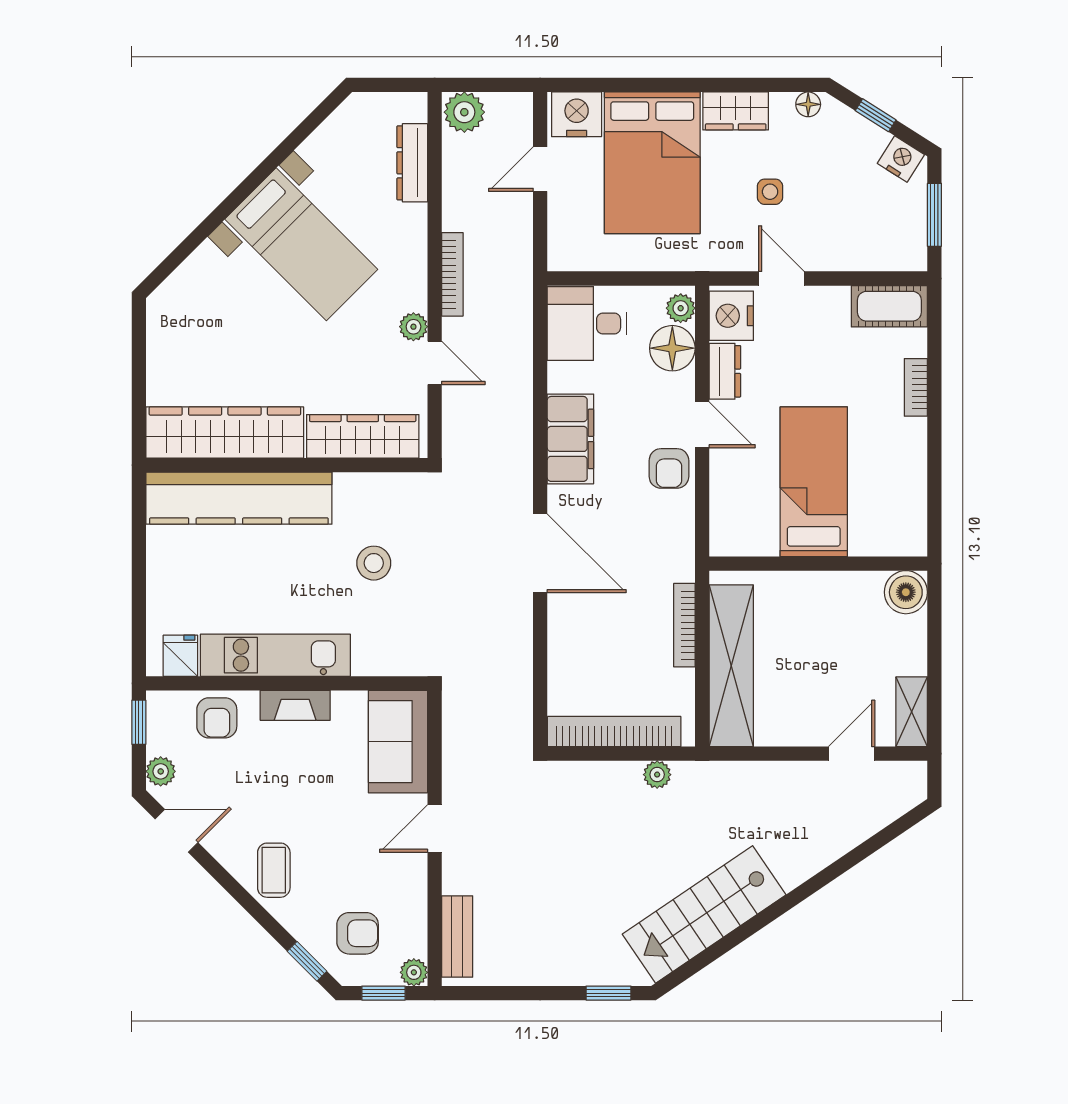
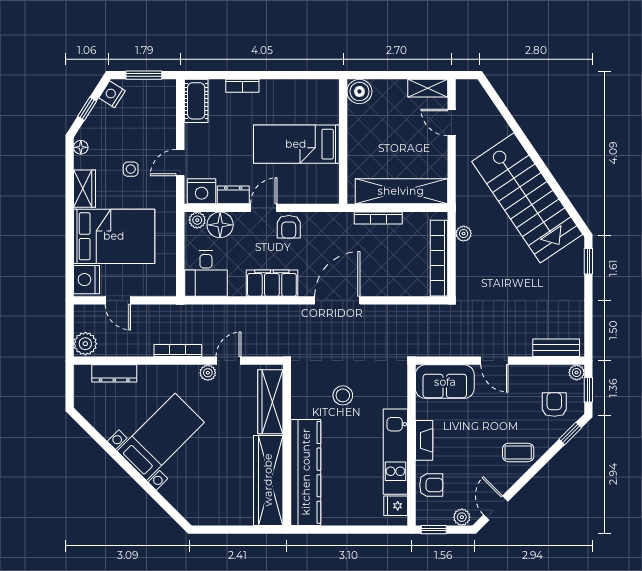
armchair: (669, 468) -> (289, 227), turned 90
stairs: (704, 914) -> (527, 198), width x1.36, depth x1.51

